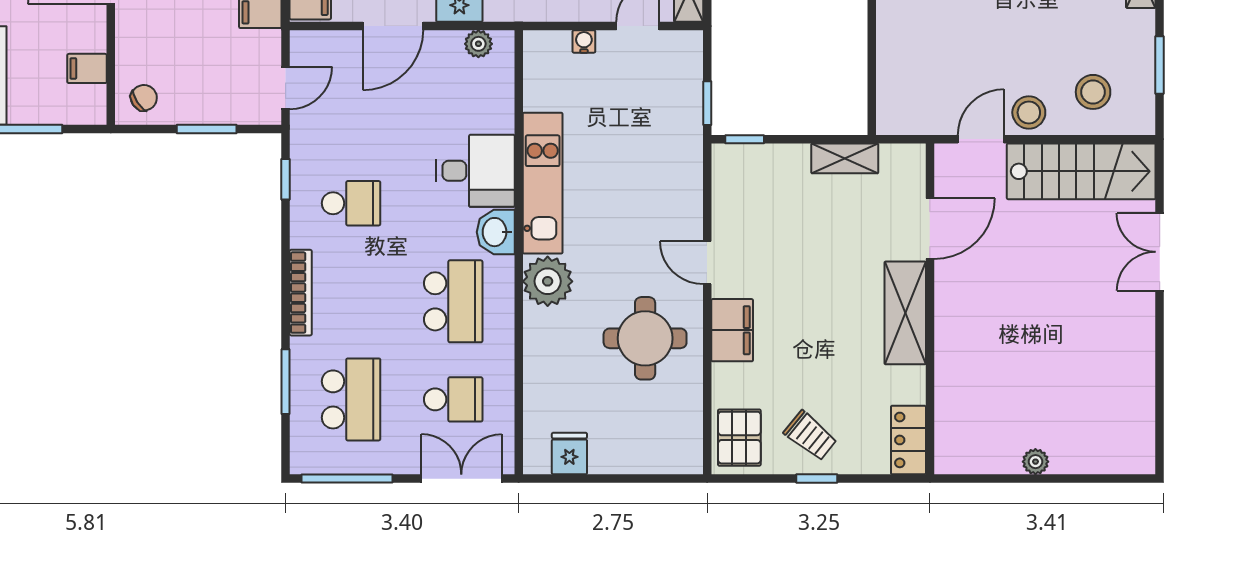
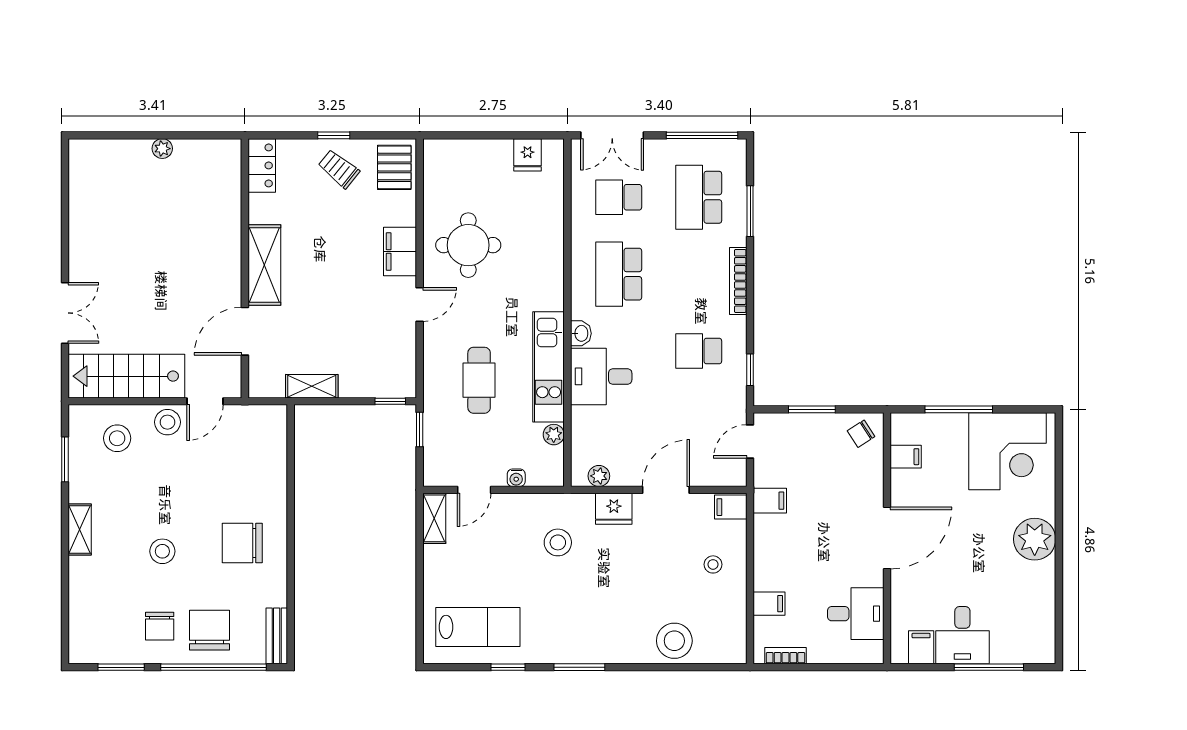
cafe table: (631, 166) -> (479, 380), added
washbasin: (496, 232) -> (581, 333), width x0.72, depth x0.69
door: (707, 263) -> (420, 304), hinge flipped
plant: (548, 281) -> (554, 435), moved, width x0.53, depth x0.53

